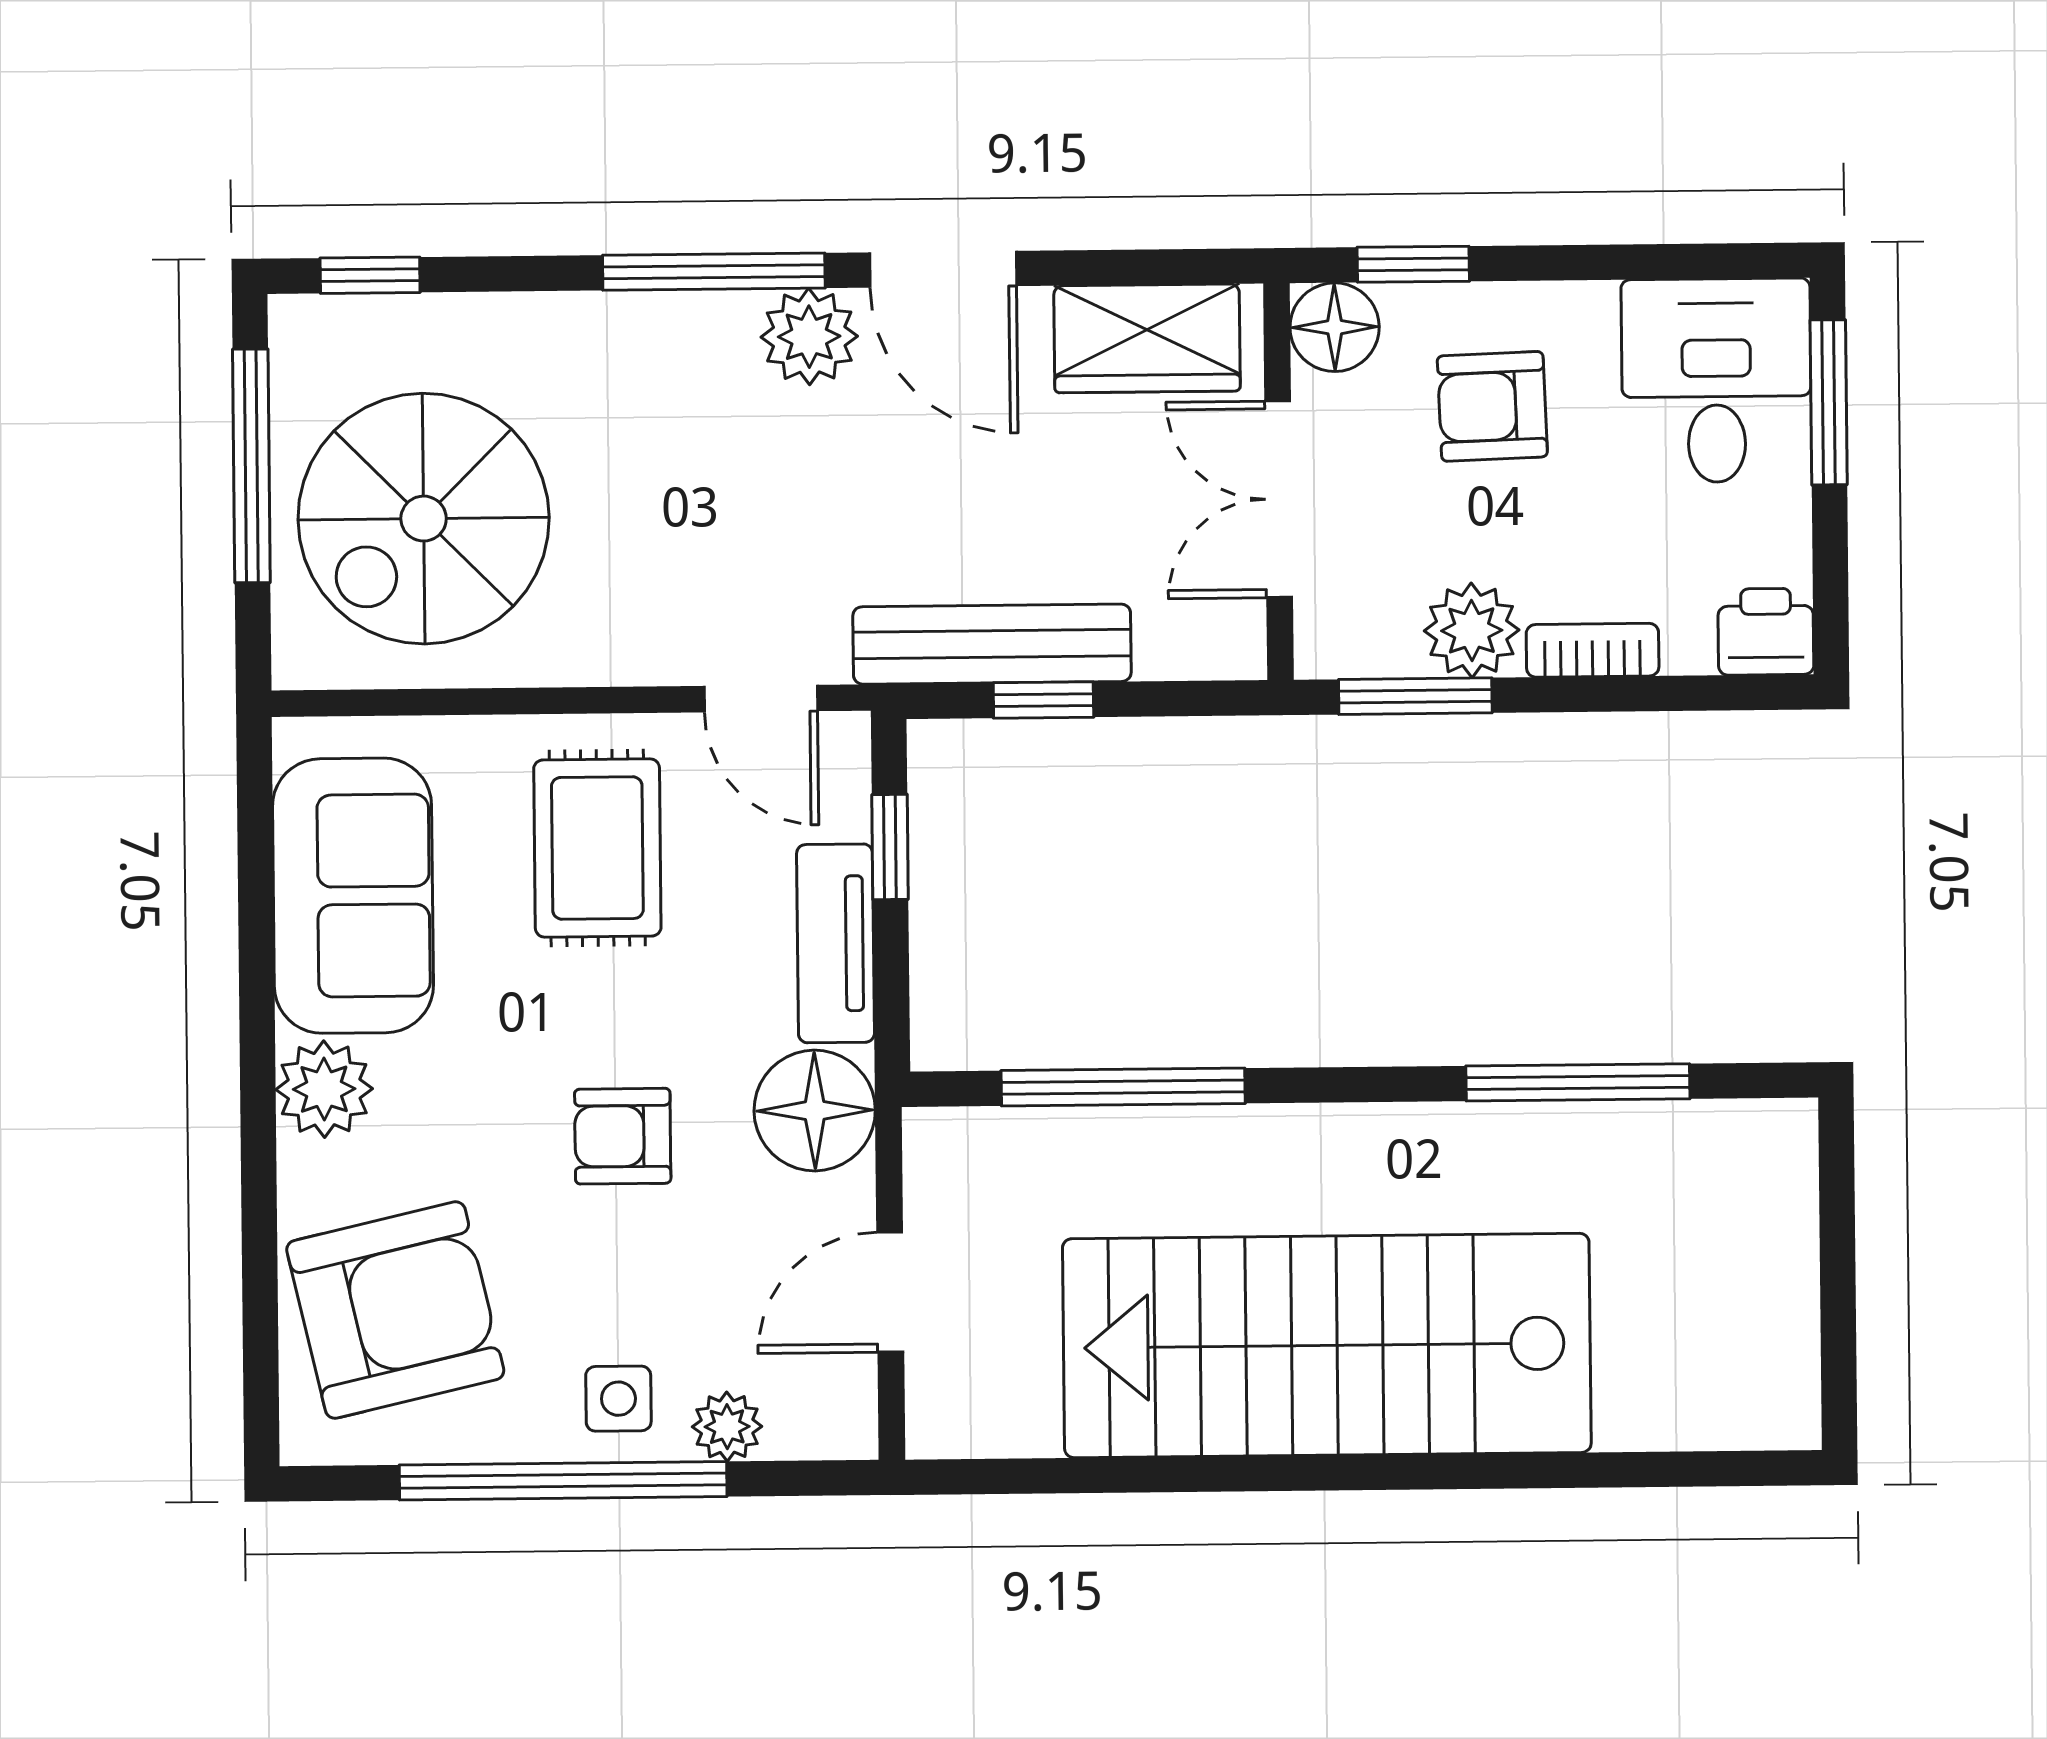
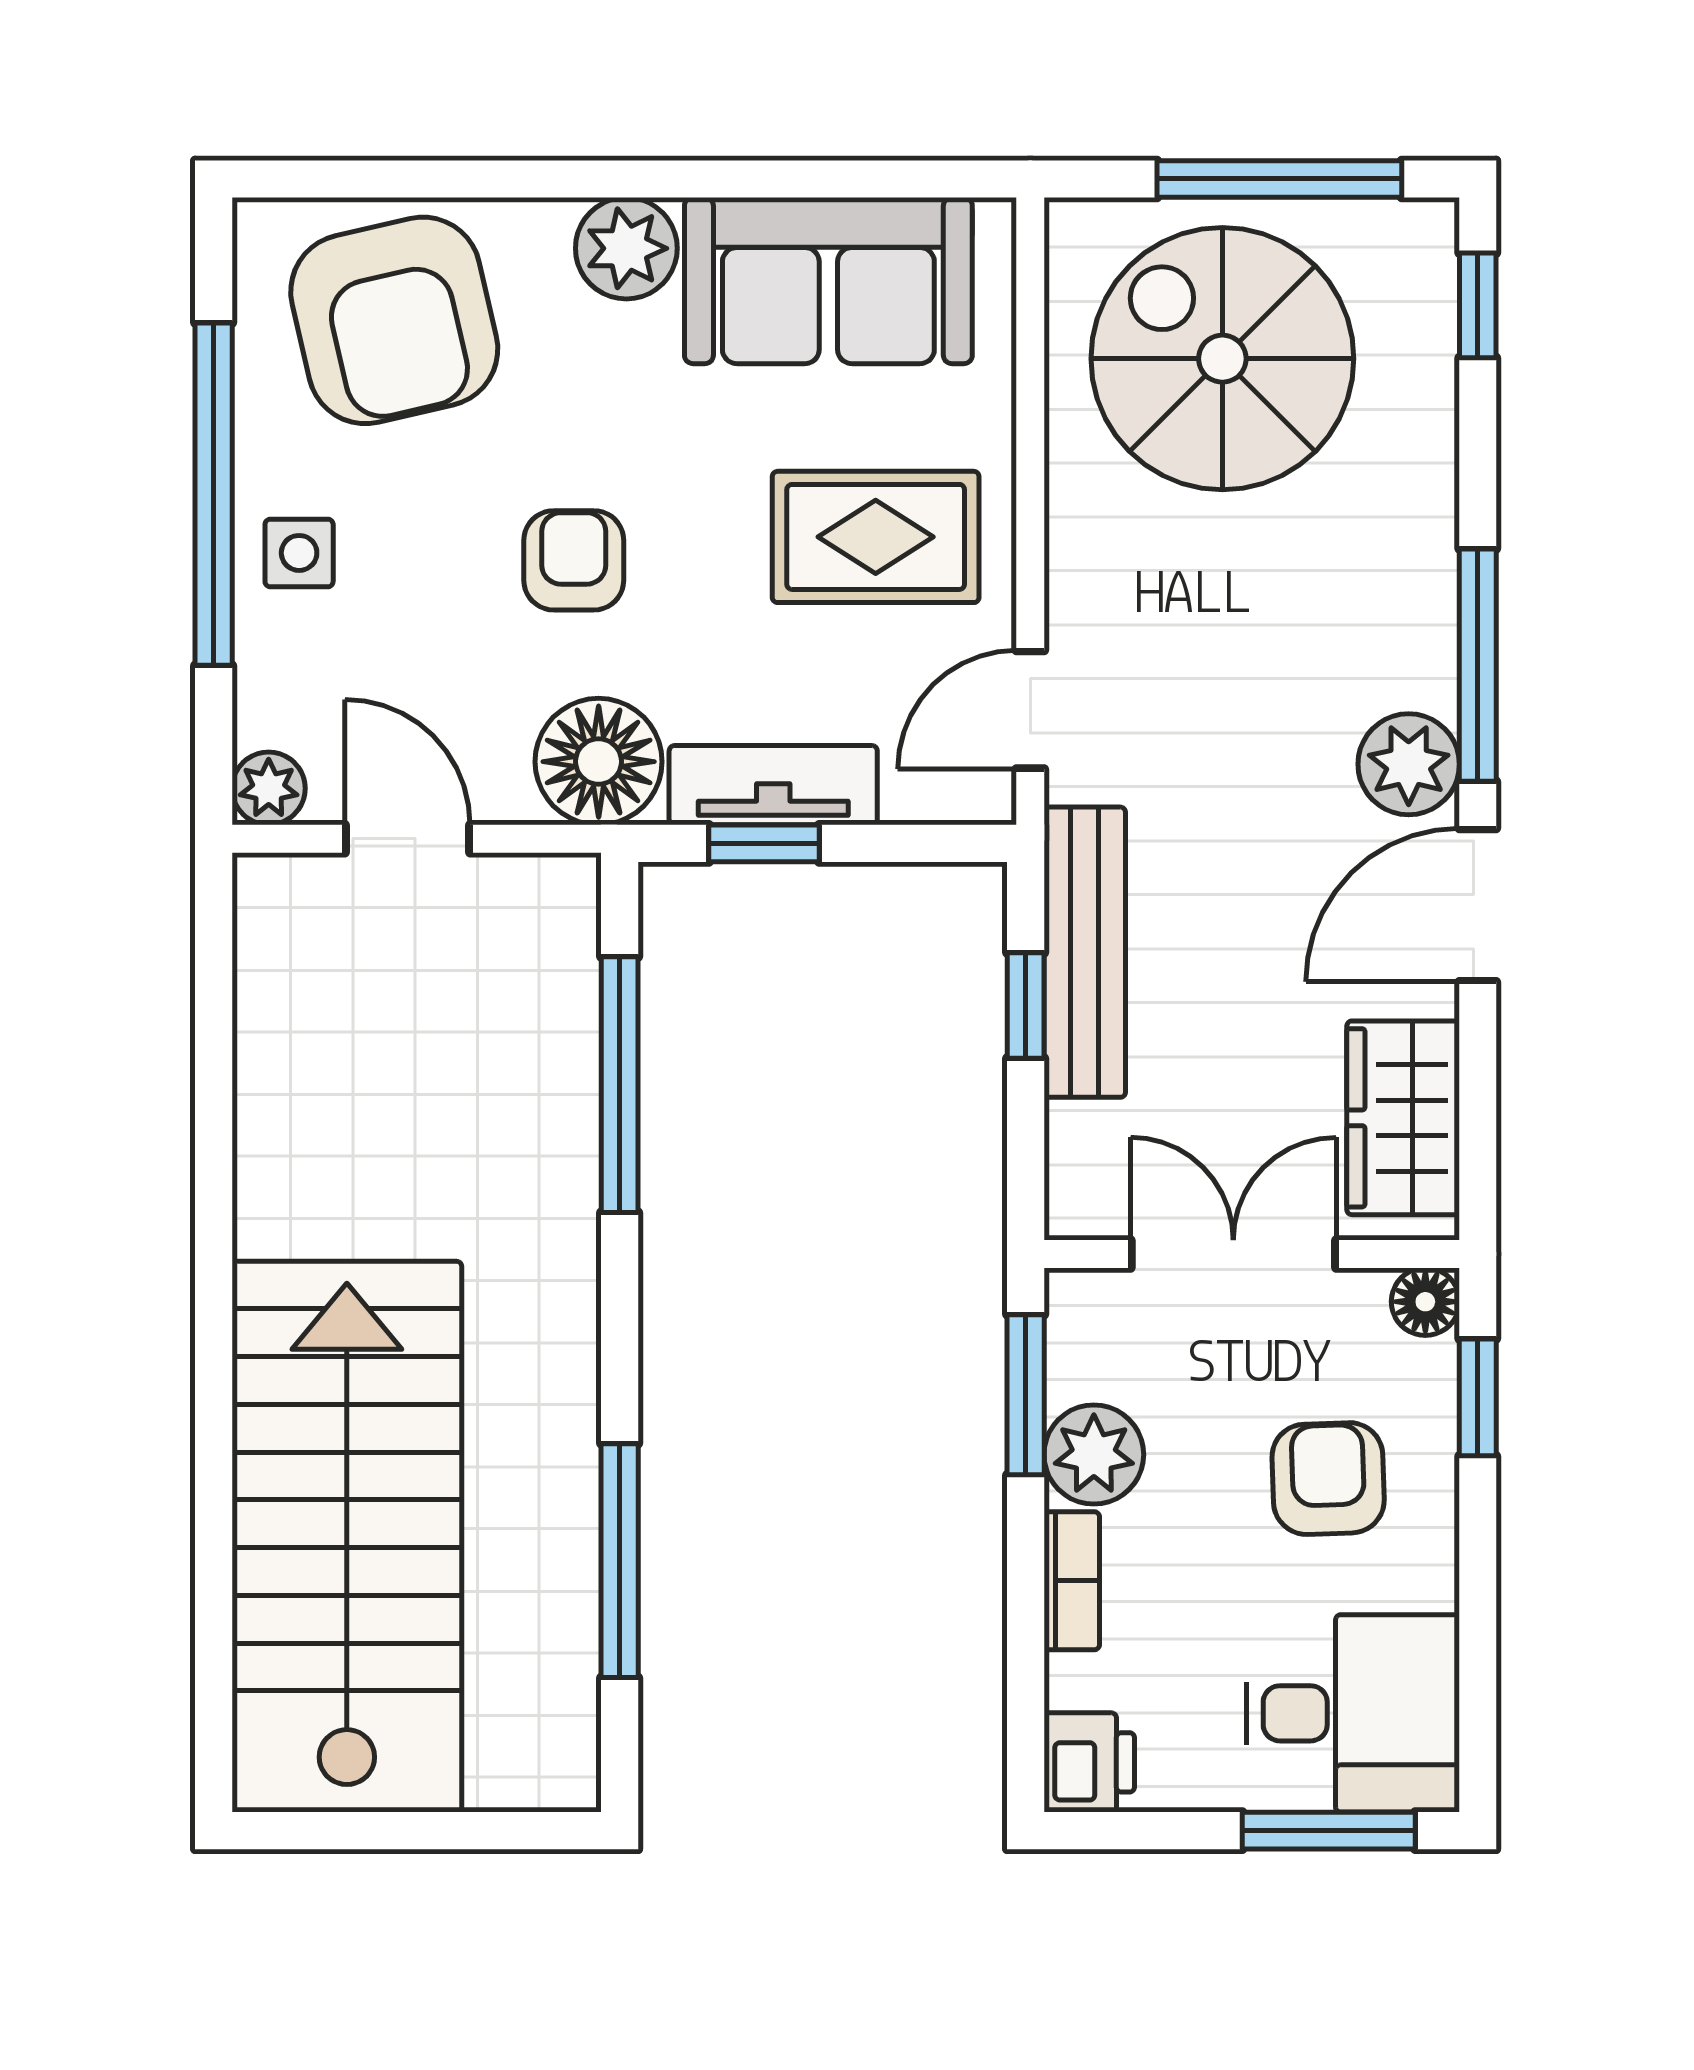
floor lamp: (1335, 327) -> (1425, 1302), width x0.73, depth x0.73
window: (890, 847) -> (764, 843), moved
stairs: (1327, 1346) -> (347, 1537), moved
plant: (727, 1427) -> (269, 788), moved

